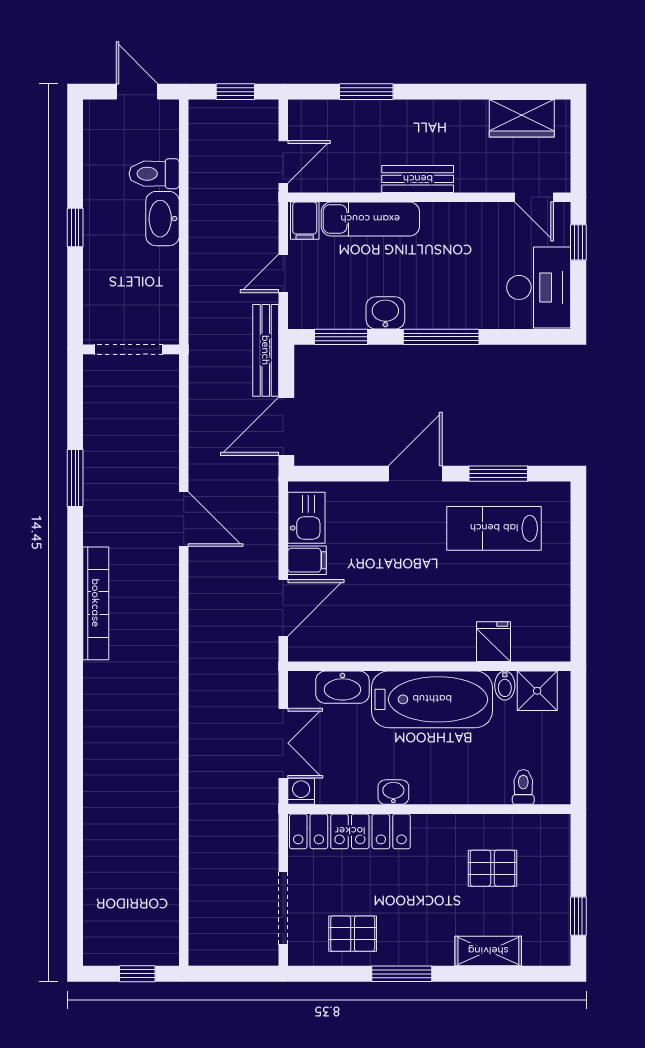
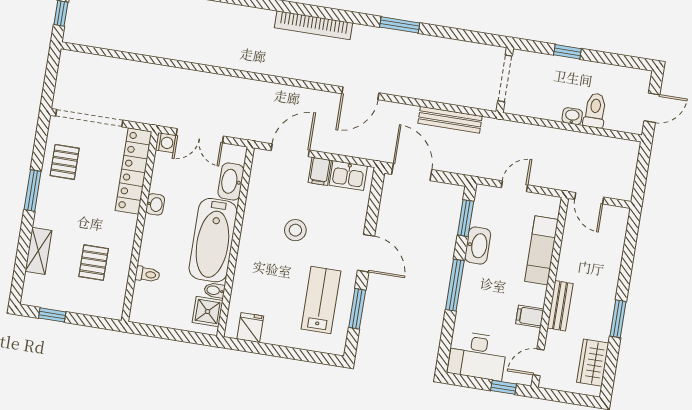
window: (235, 92) -> (641, 174), removed
window: (366, 92) -> (618, 319), moved
bench: (418, 179) -> (560, 306), moved
washbasin: (163, 219) -> (572, 116), width x0.52, depth x0.69
filing cabinet: (305, 221) -> (530, 316), moved
door: (283, 273) -> (514, 186), hinge flipped
washbasin: (385, 313) -> (478, 245), width x1.38
doorway: (129, 349) -> (505, 78), moved
wall: (131, 349) -> (505, 80), moved
bench: (266, 350) -> (450, 120), moved
stool: (398, 582) -> (295, 230), added
door: (283, 608) -> (290, 150), swing flipped
fridge: (493, 642) -> (250, 328), moved, turned -90
toilet: (523, 787) -> (147, 274), moved
doorway: (283, 908) -> (89, 118), width x1.36

